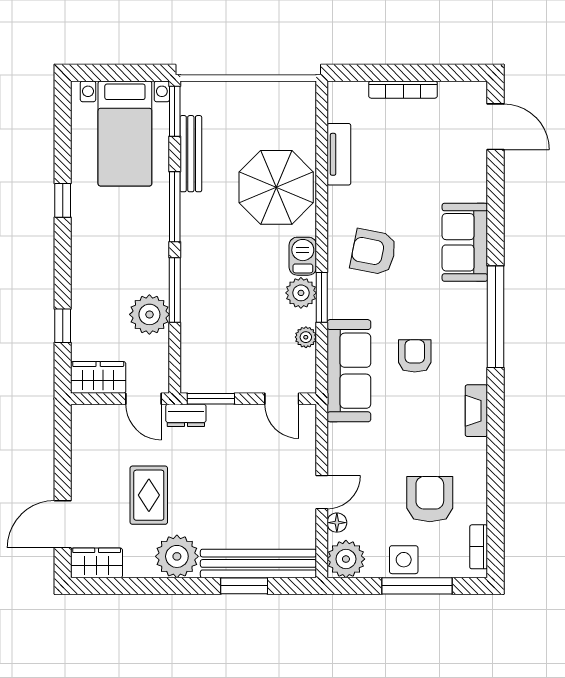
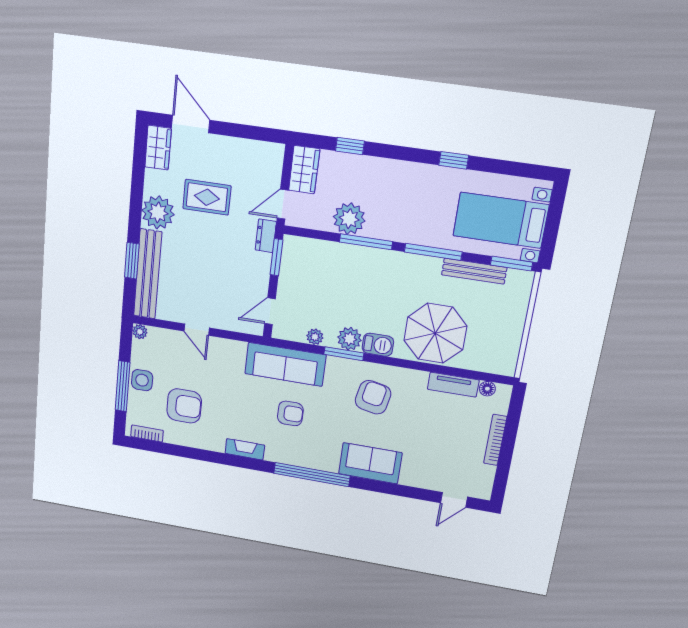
door: (496, 127) -> (454, 500), width x0.73
floor lamp: (337, 523) -> (487, 389), moved
plant: (346, 559) -> (140, 332), width x0.53, depth x0.53

